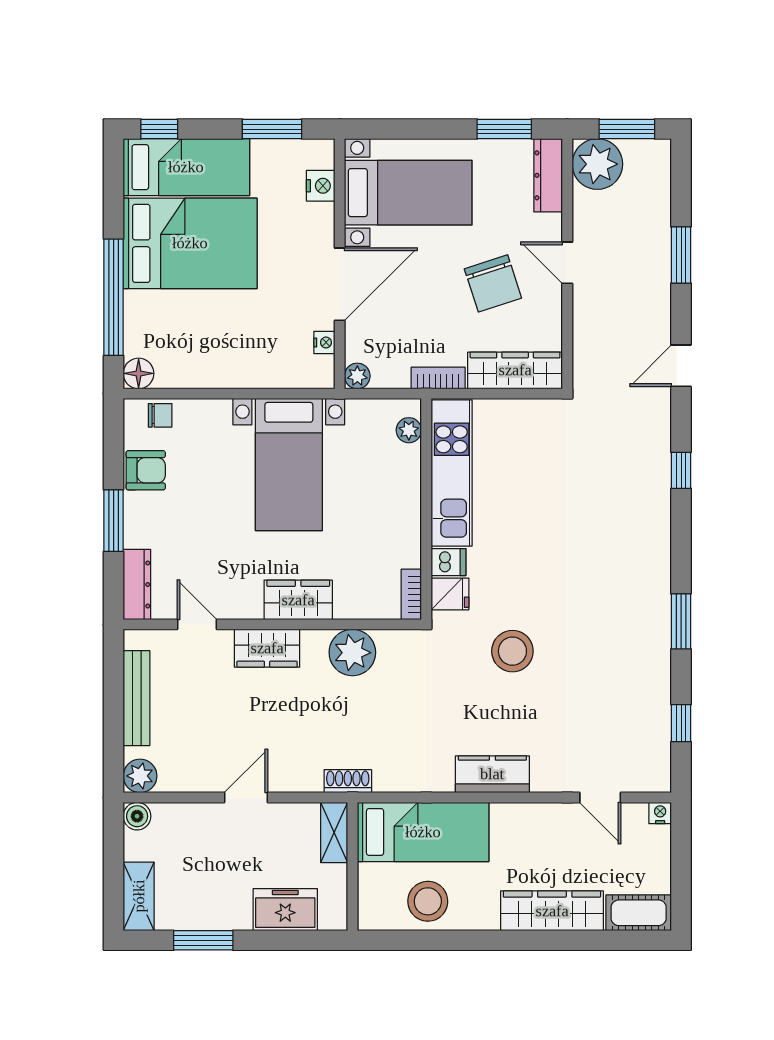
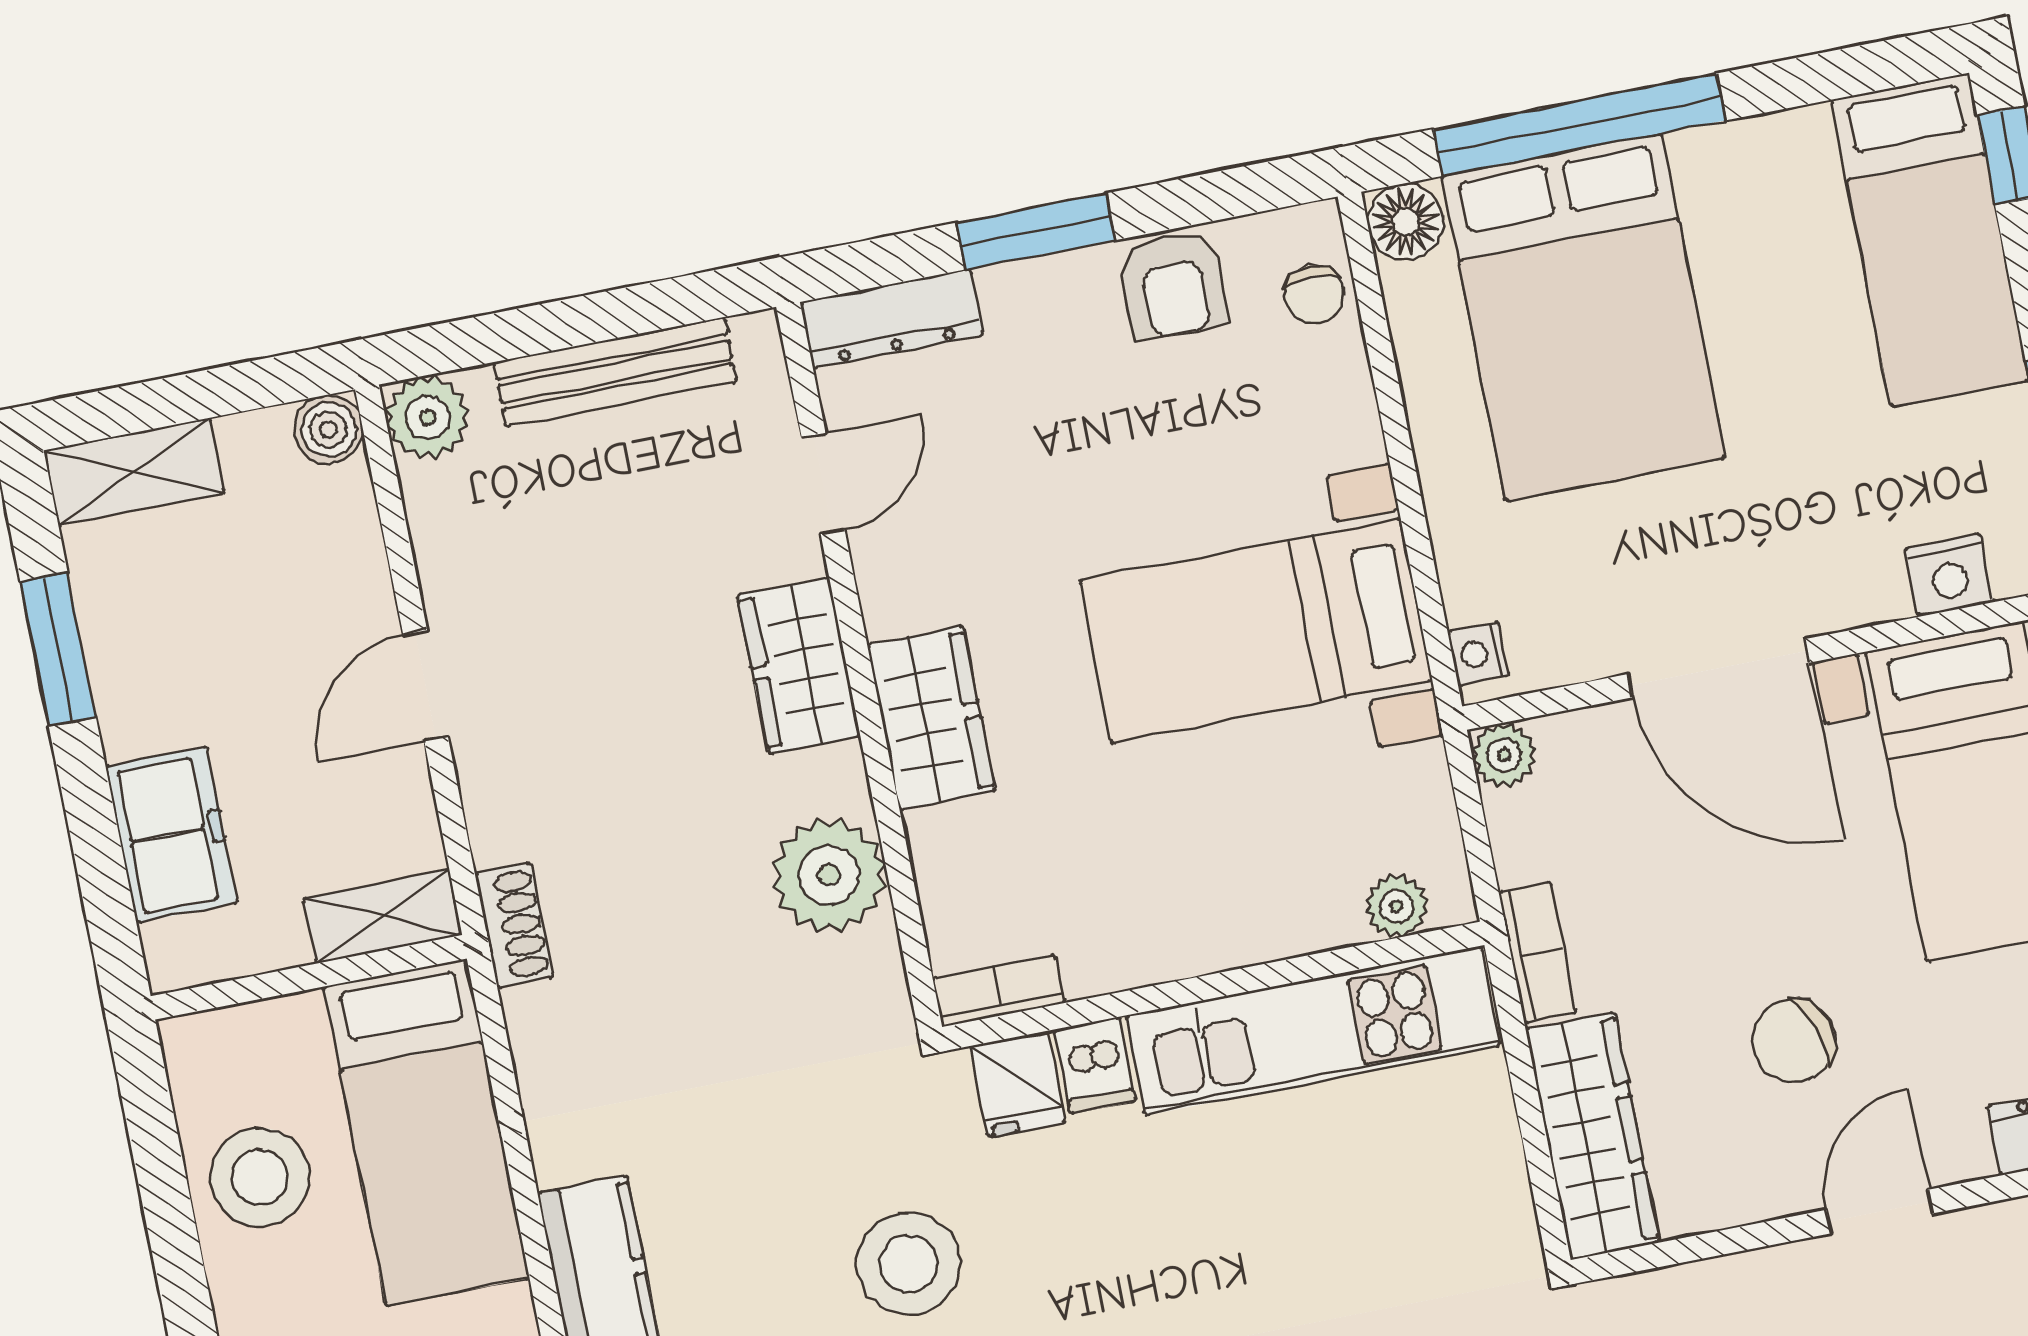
bed: (190, 243) -> (1584, 317), moved
chair: (493, 283) -> (1794, 1041), width x0.73, depth x0.73
nightstand: (324, 342) -> (1478, 654), moved, turned 90
door: (246, 798) -> (426, 685), swing flipped

